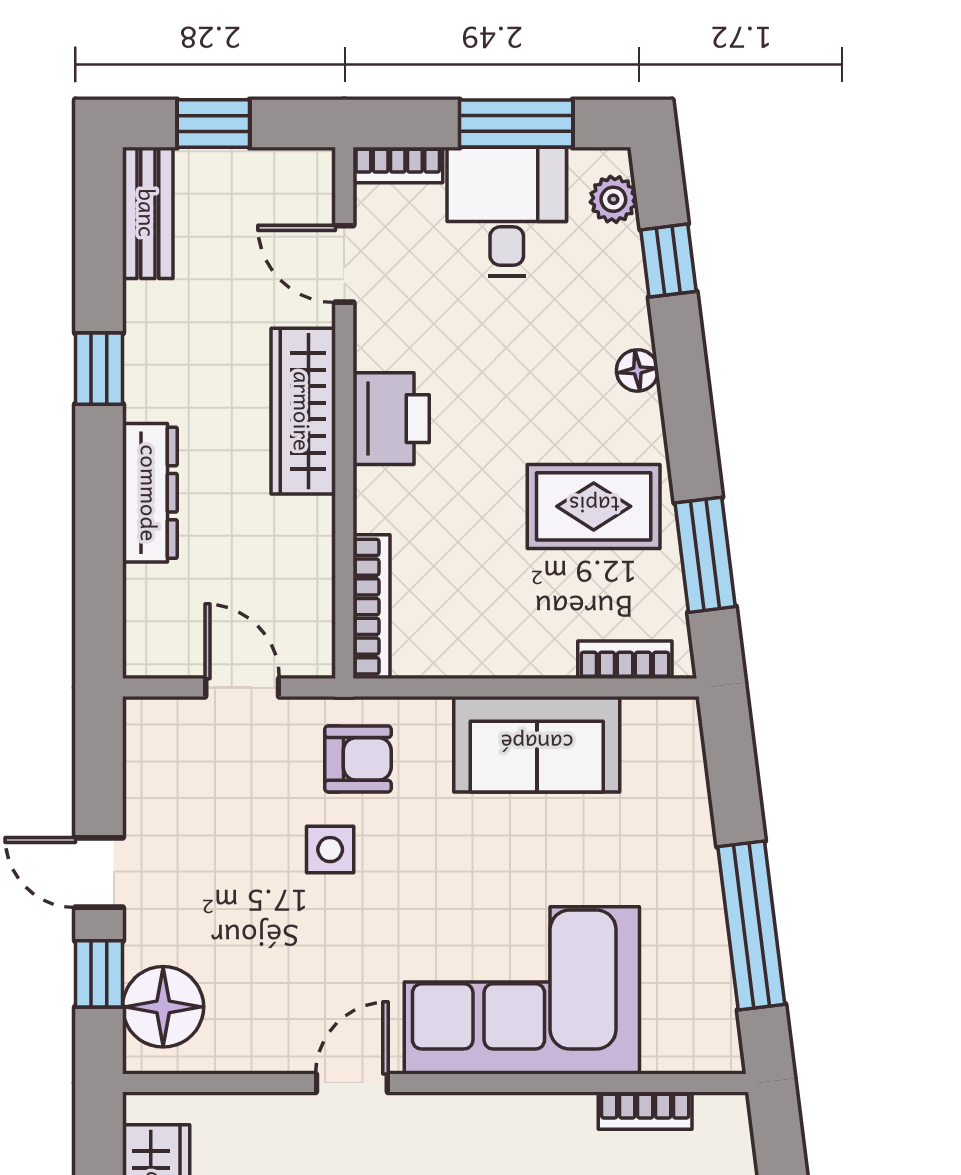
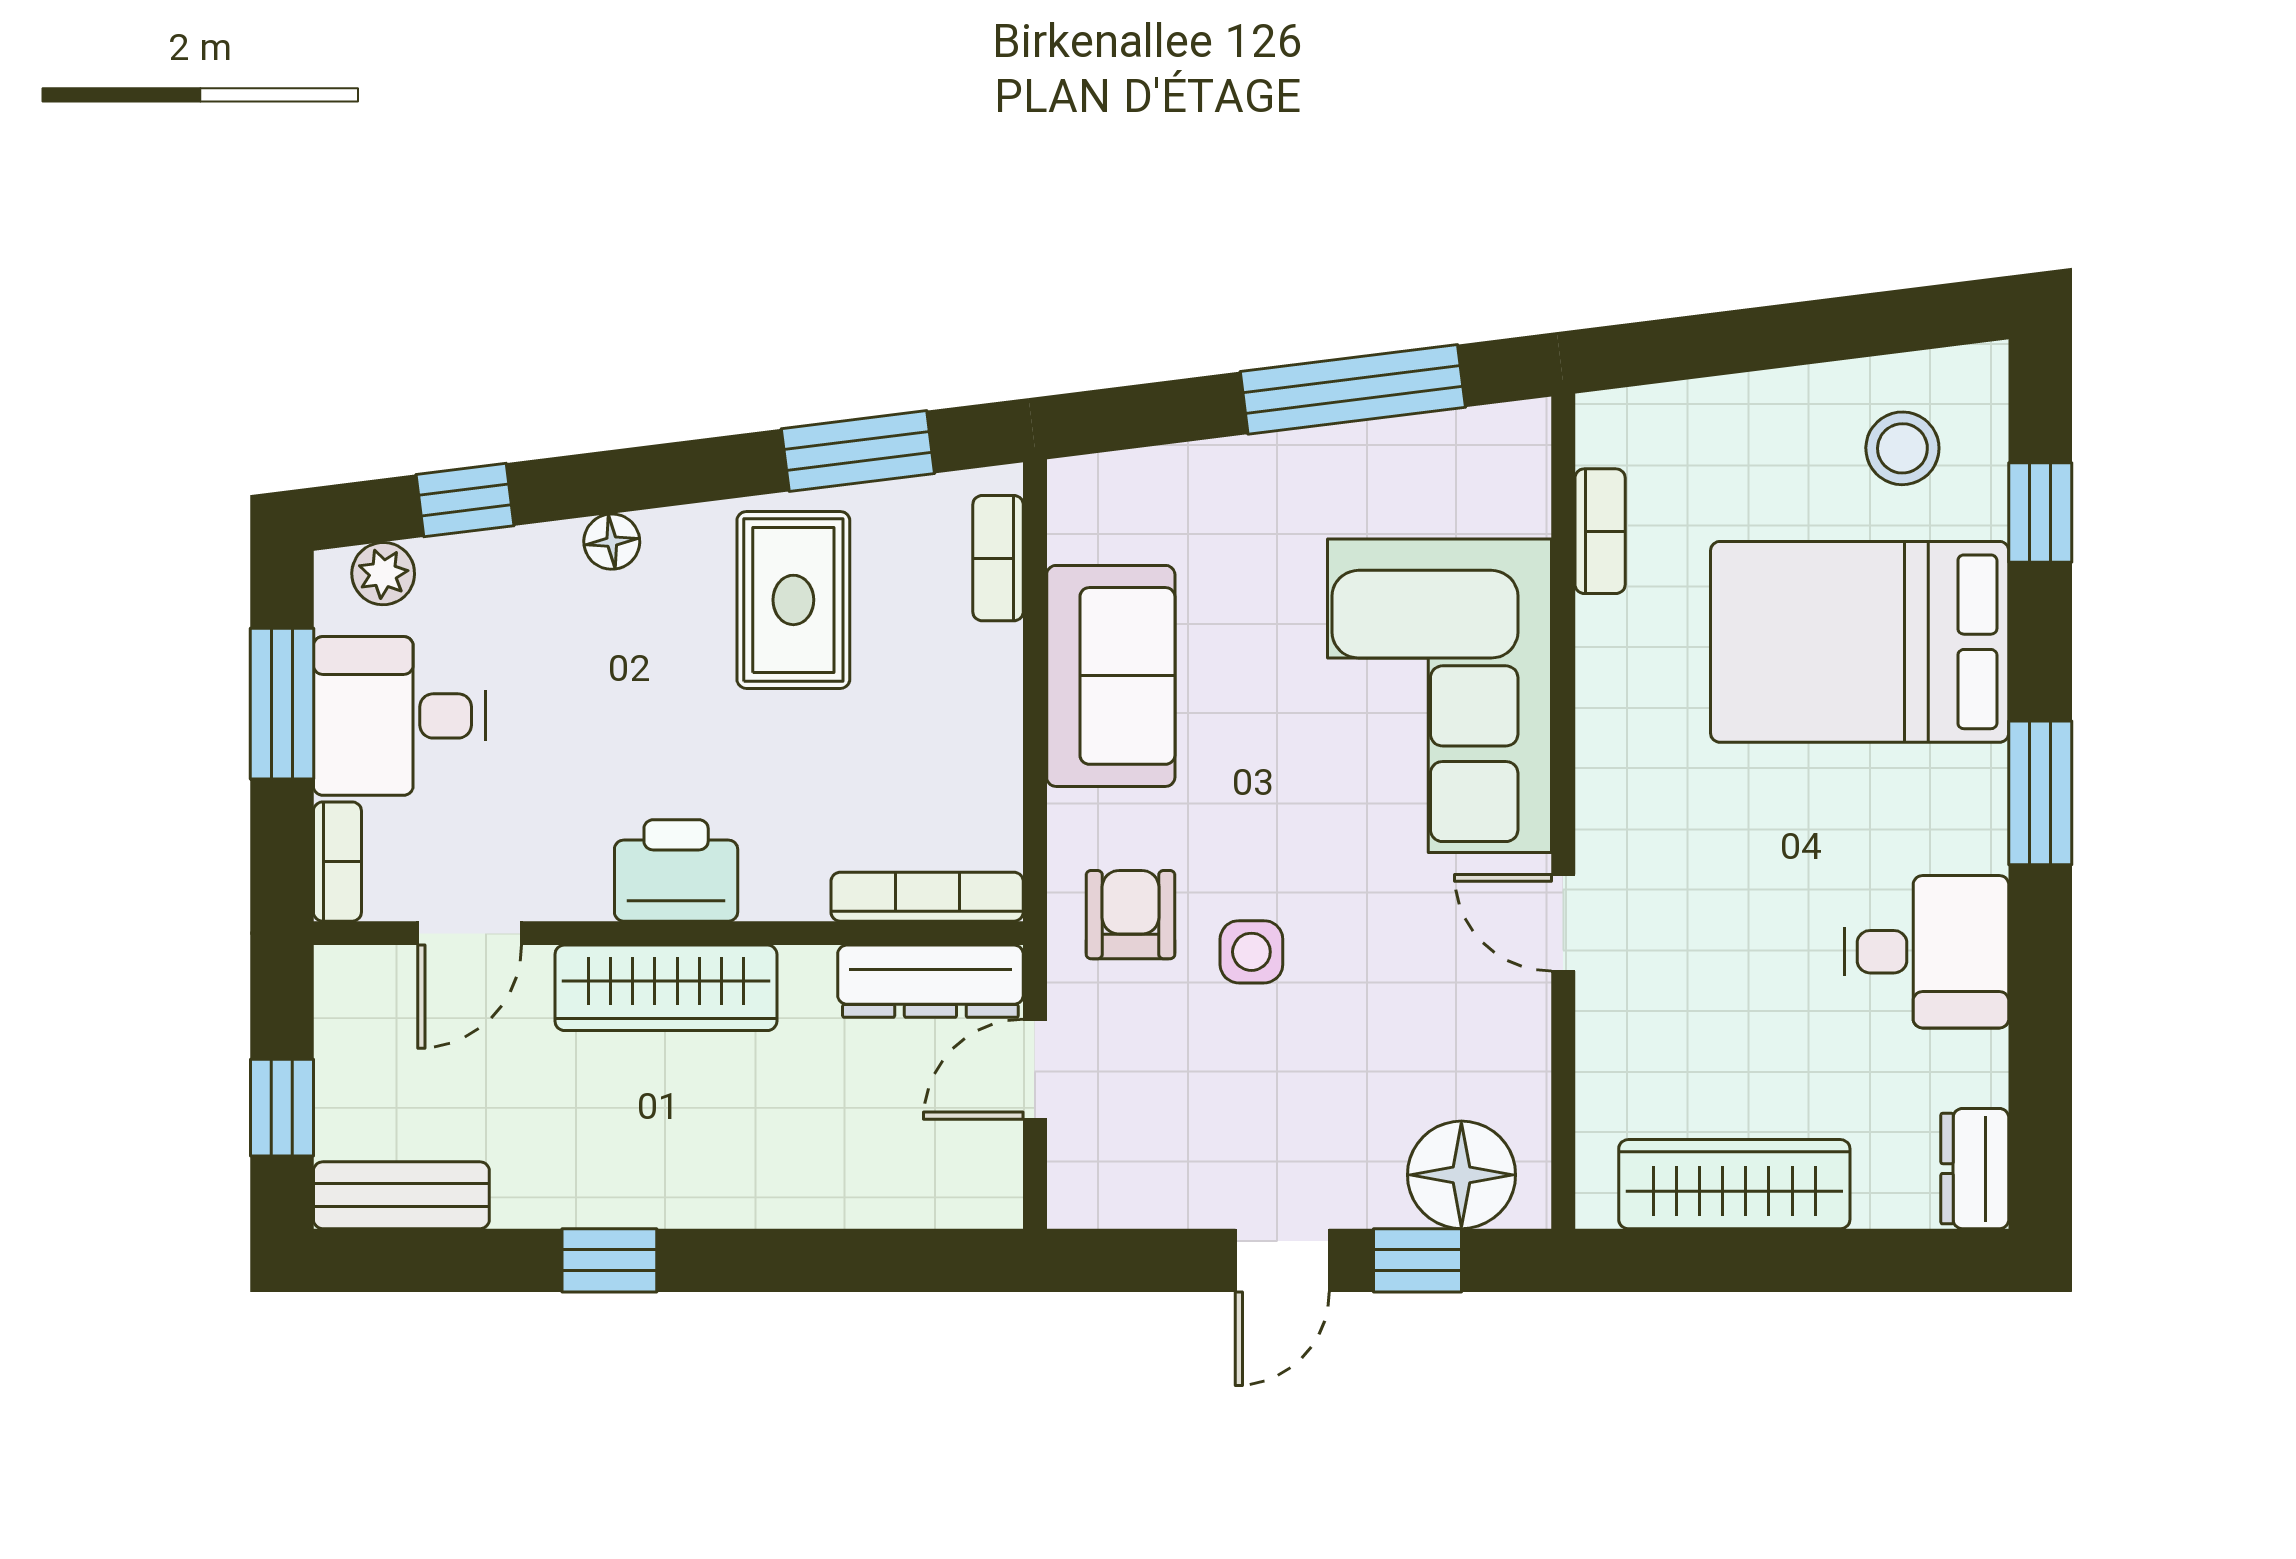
dresser: (150, 493) -> (930, 981), moved, turned 180

